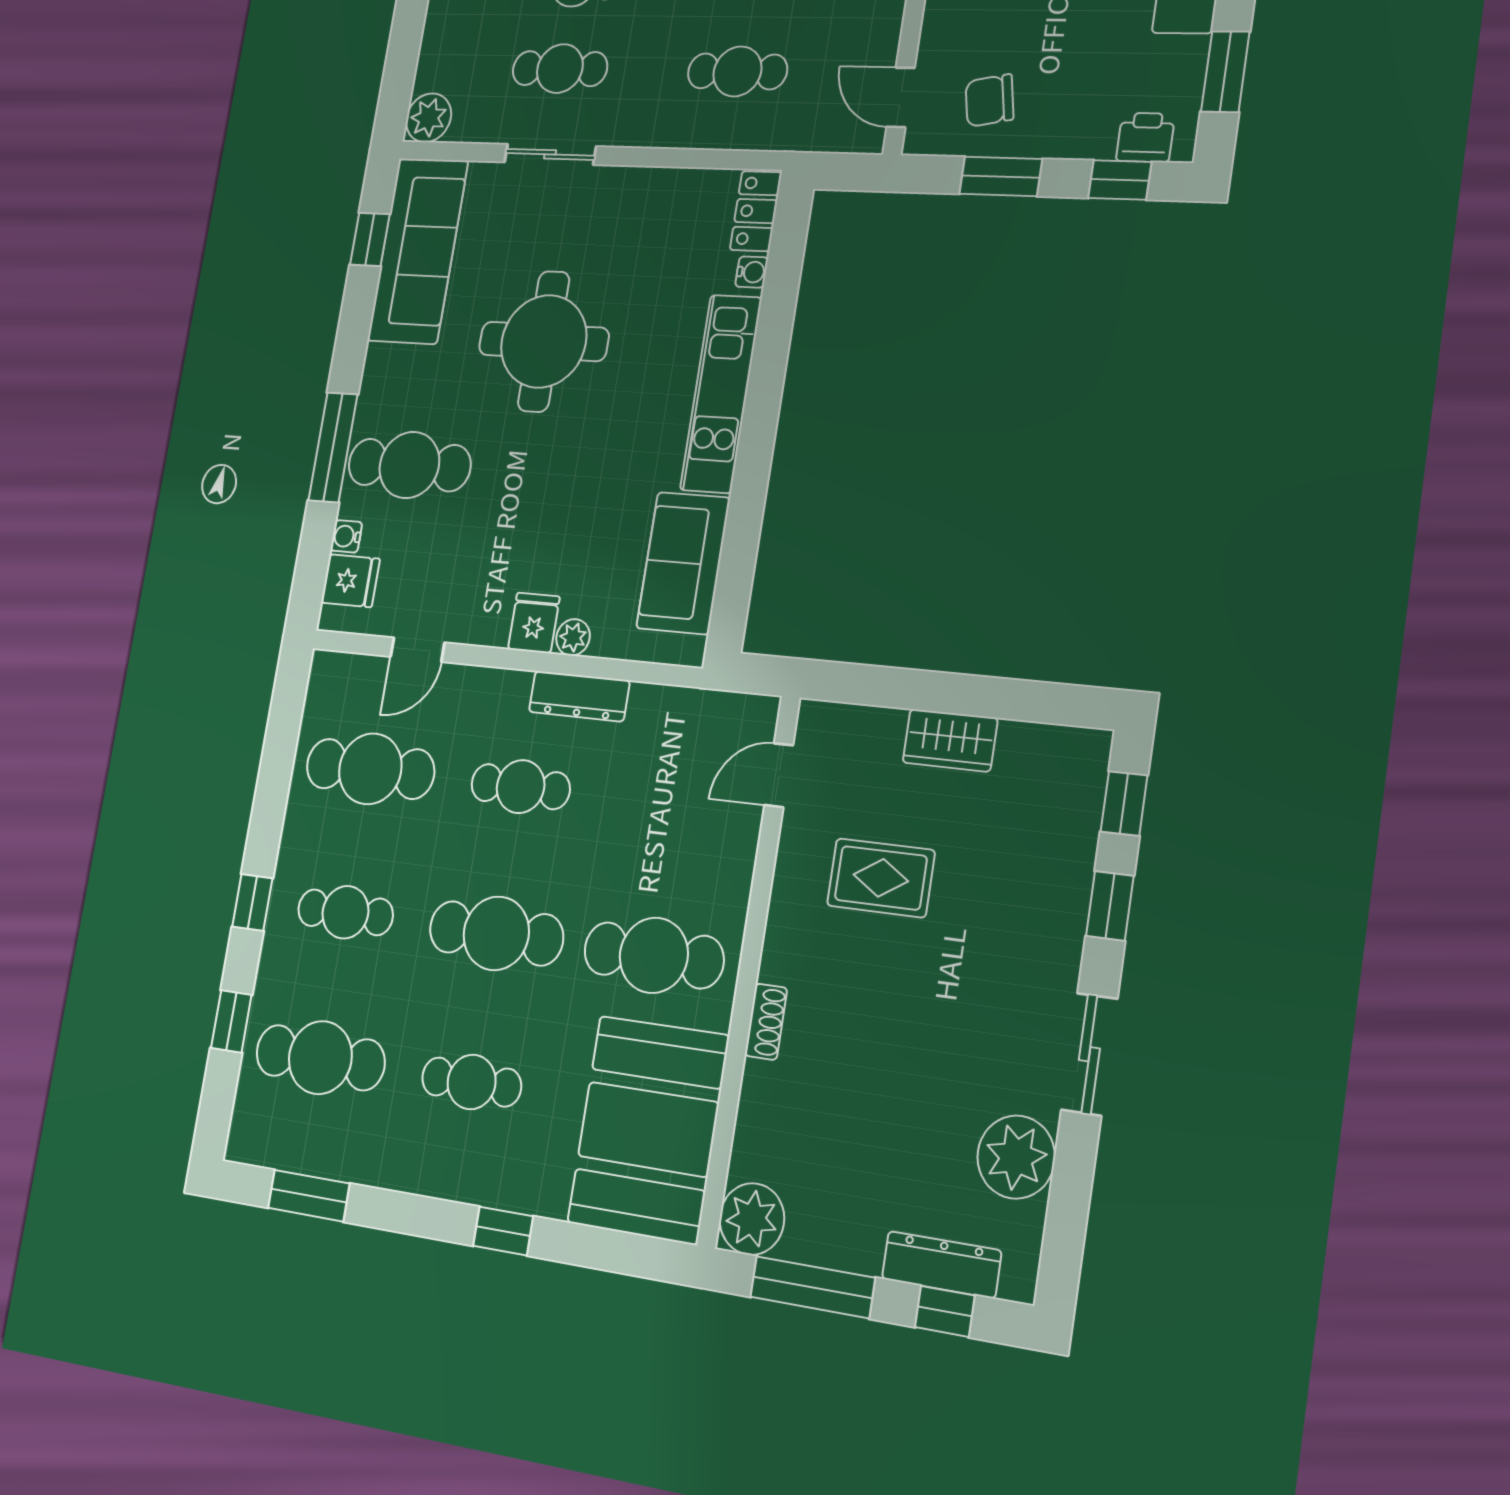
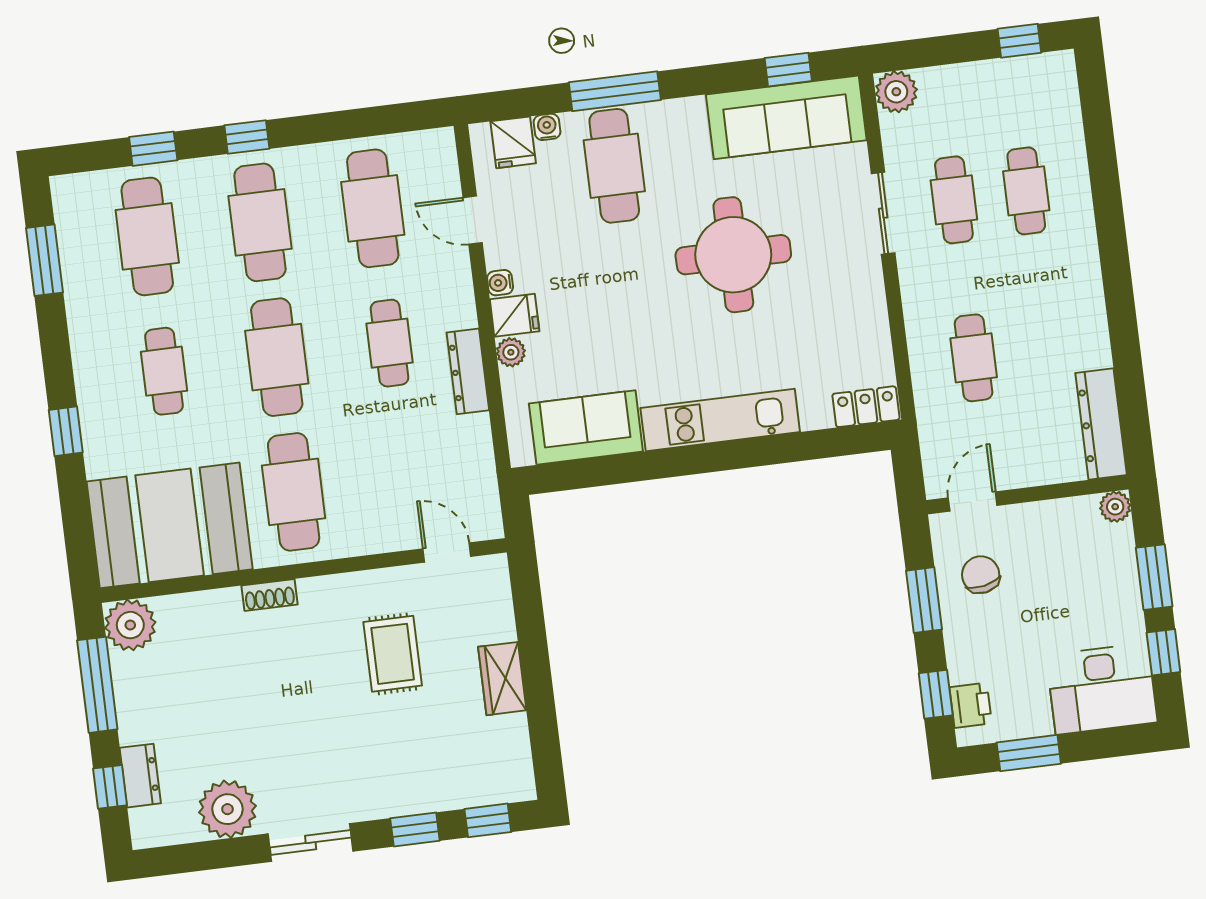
water cooler: (752, 272) -> (500, 283), moved, turned 90
cafe table: (345, 912) -> (260, 222), width x1.37, depth x1.35
dresser: (941, 1265) -> (140, 776), width x0.70

